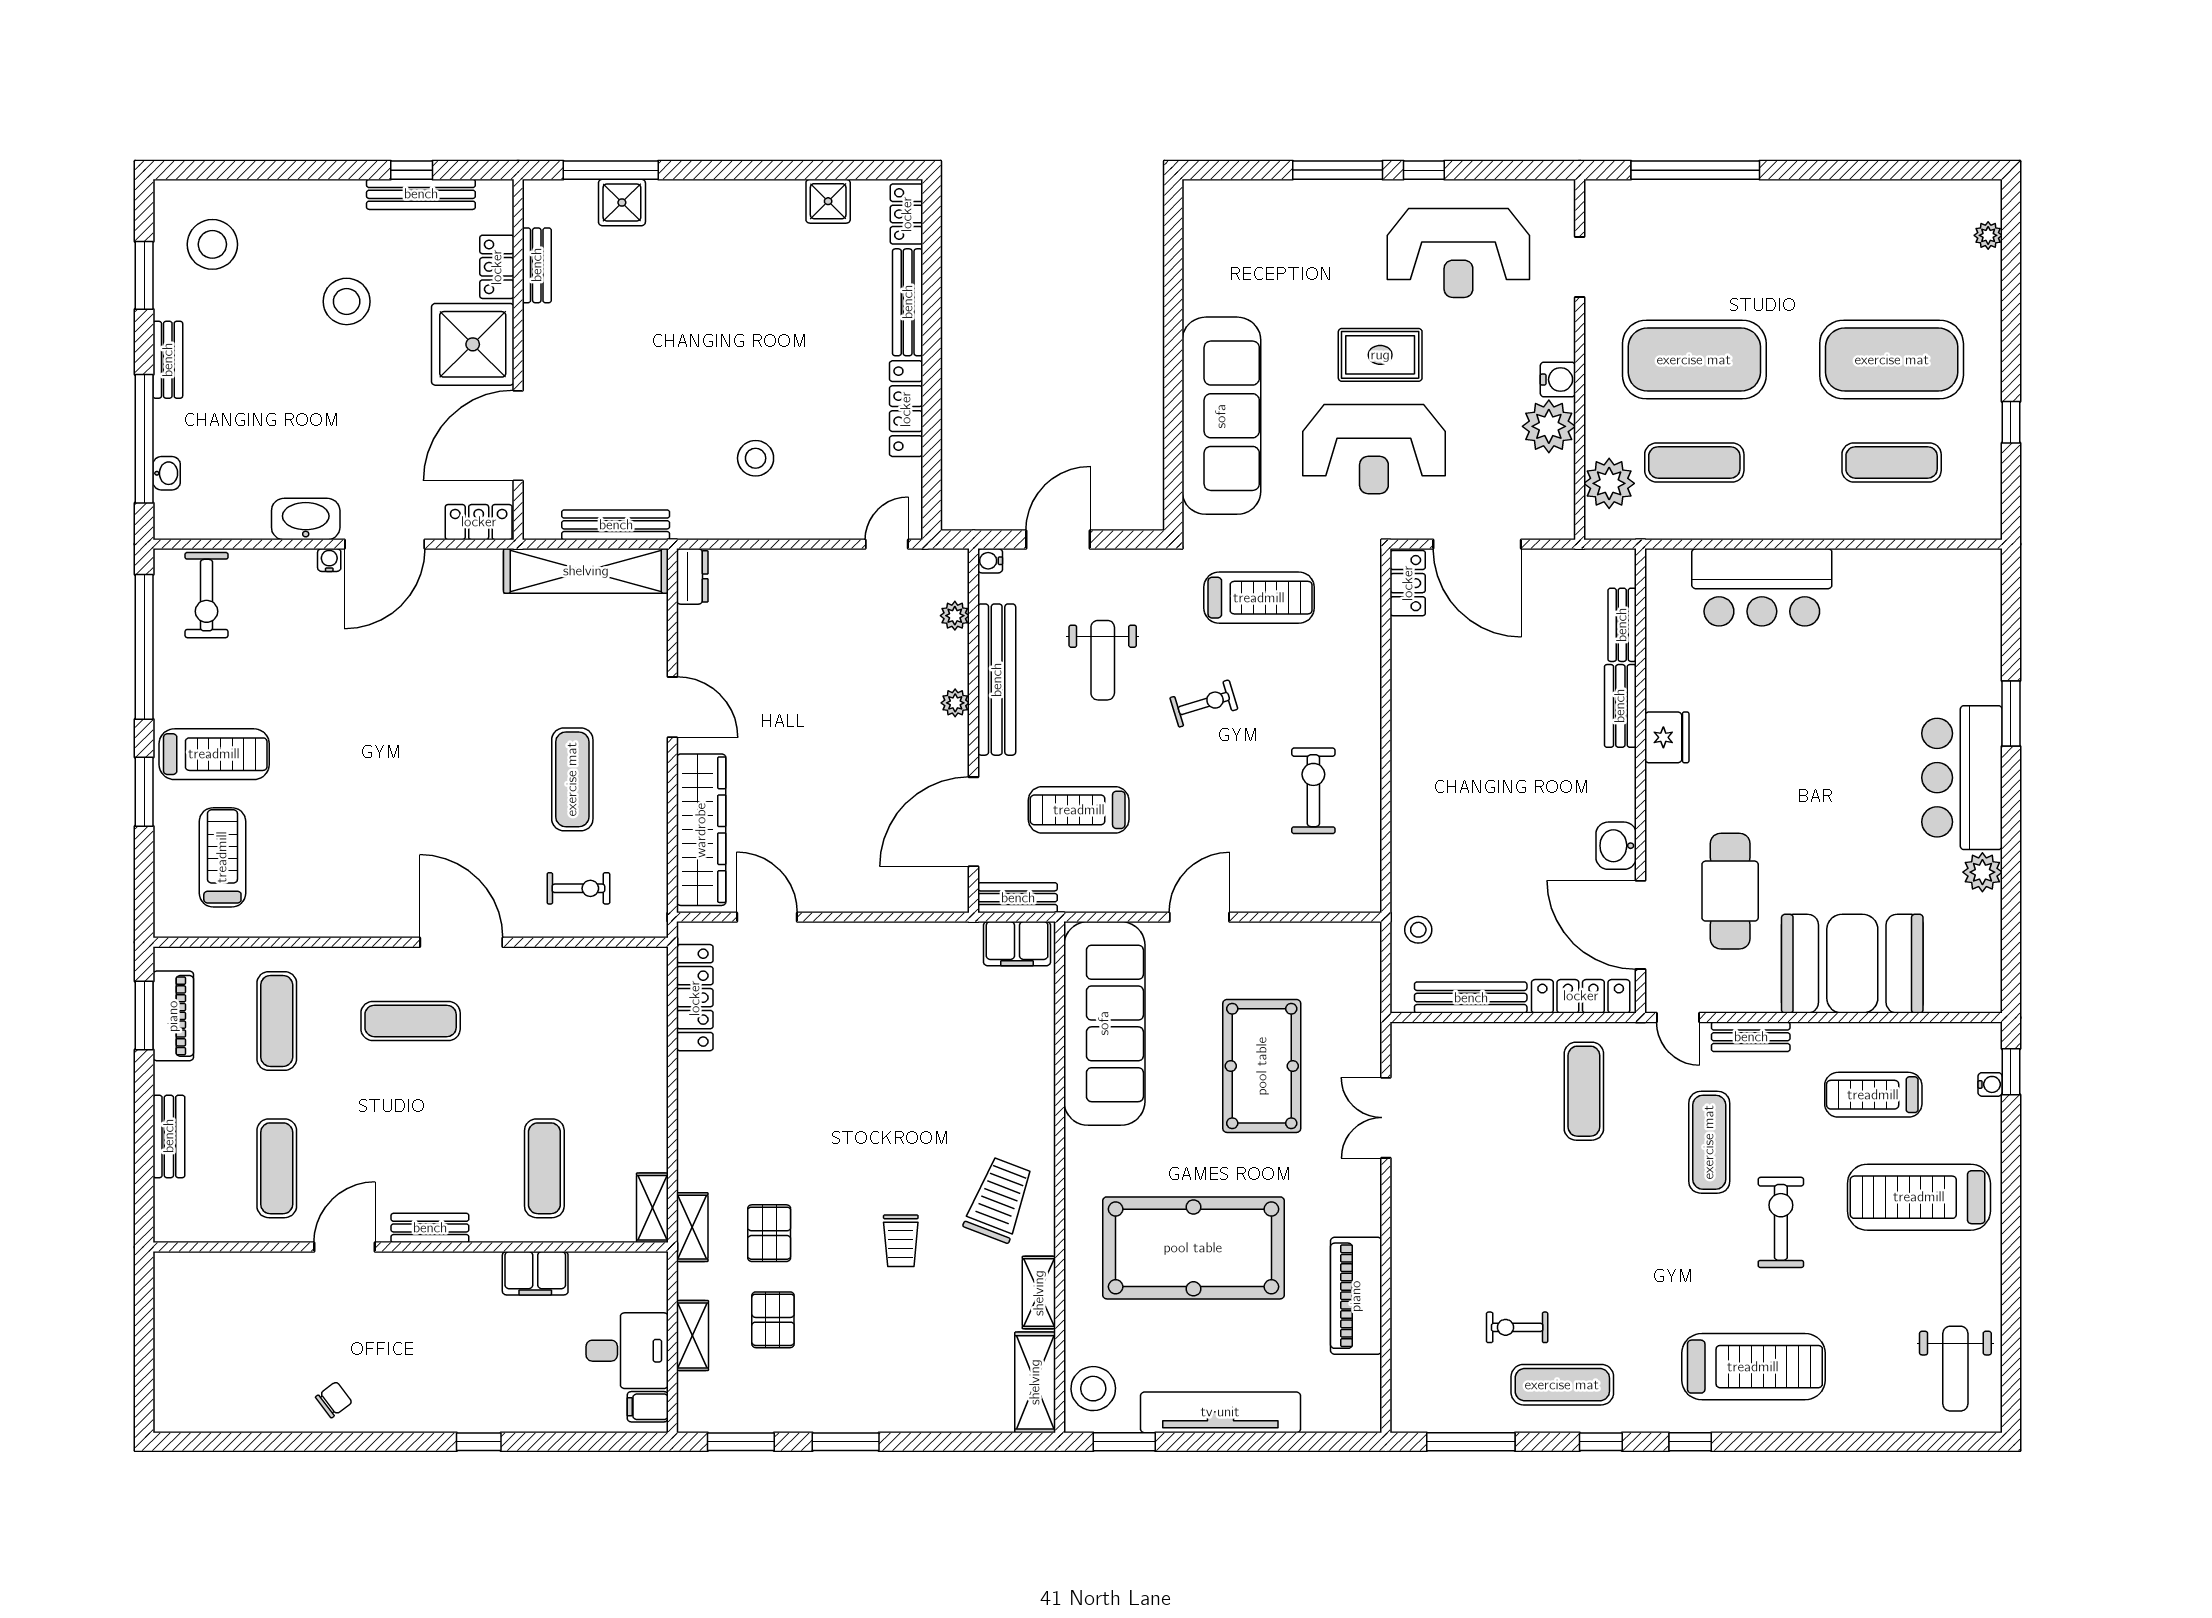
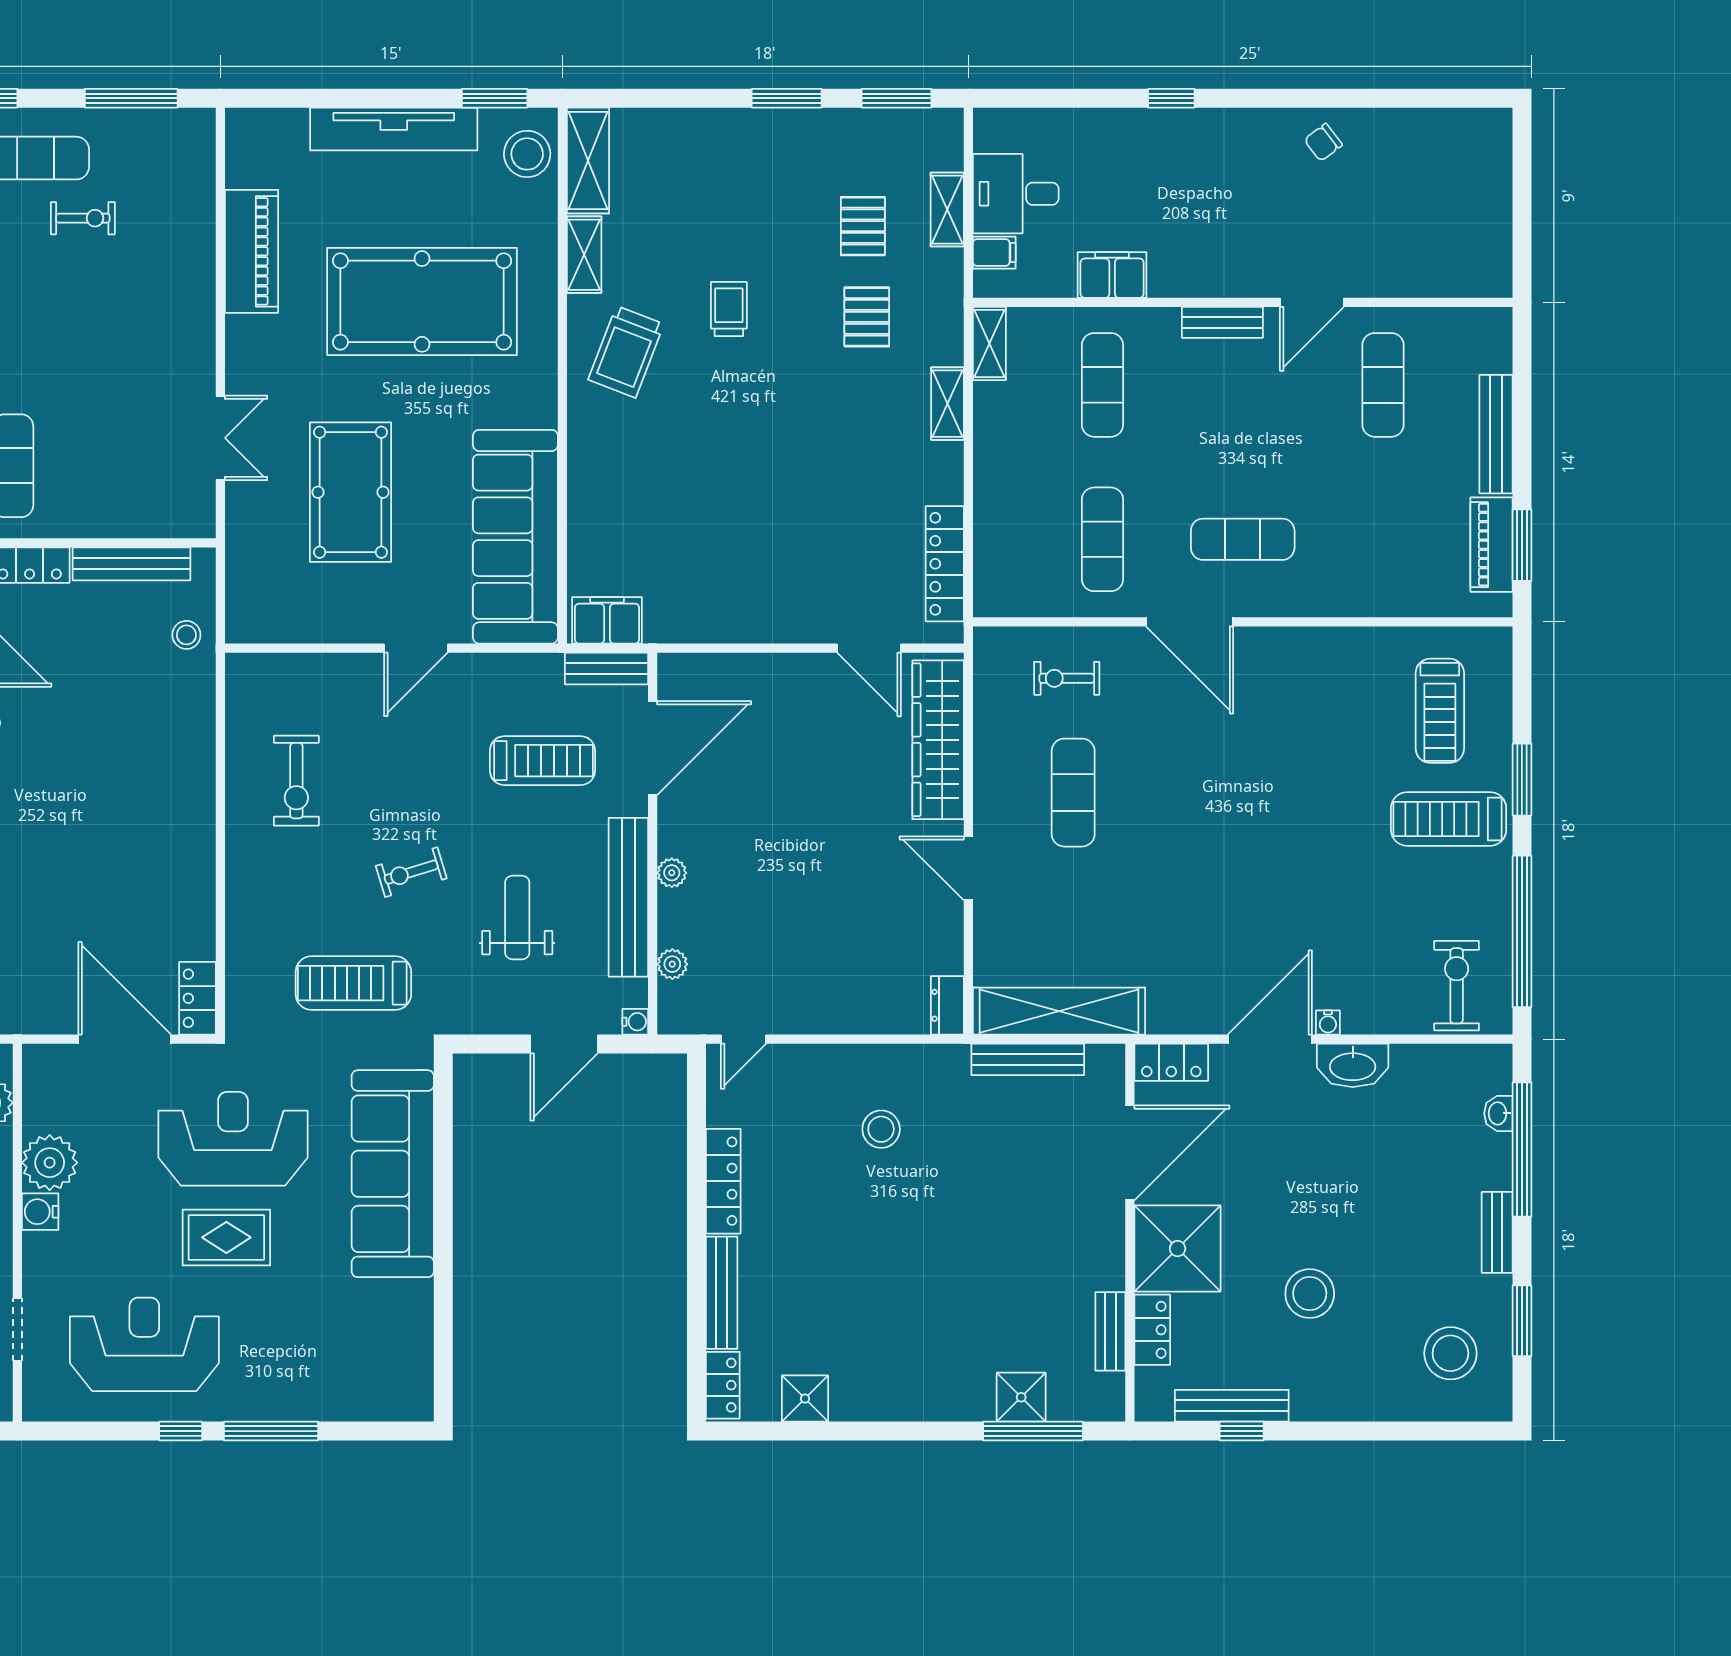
exercise mat: (277, 1021) -> (1102, 539), moved
bench: (169, 1136) -> (1496, 434), width x1.36
shelving: (692, 1227) -> (948, 404), moved
filing cabinet: (648, 1407) -> (994, 253), moved

